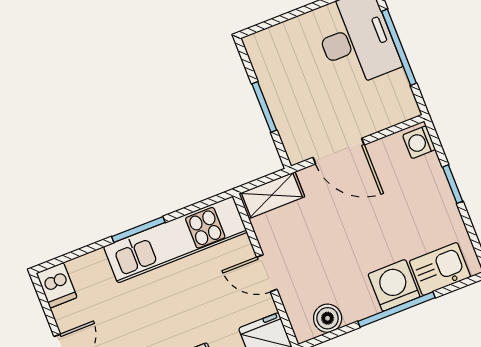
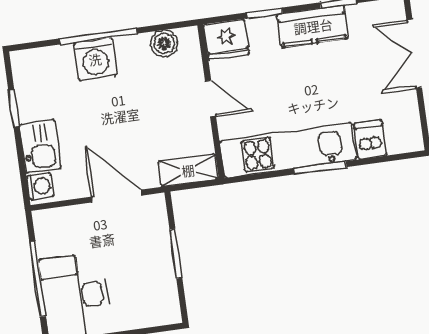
window: (453, 184) -> (14, 108), moved
kitchen sink: (440, 269) -> (40, 146), moved, turned -90
dishwasher: (57, 285) -> (370, 140), moved

